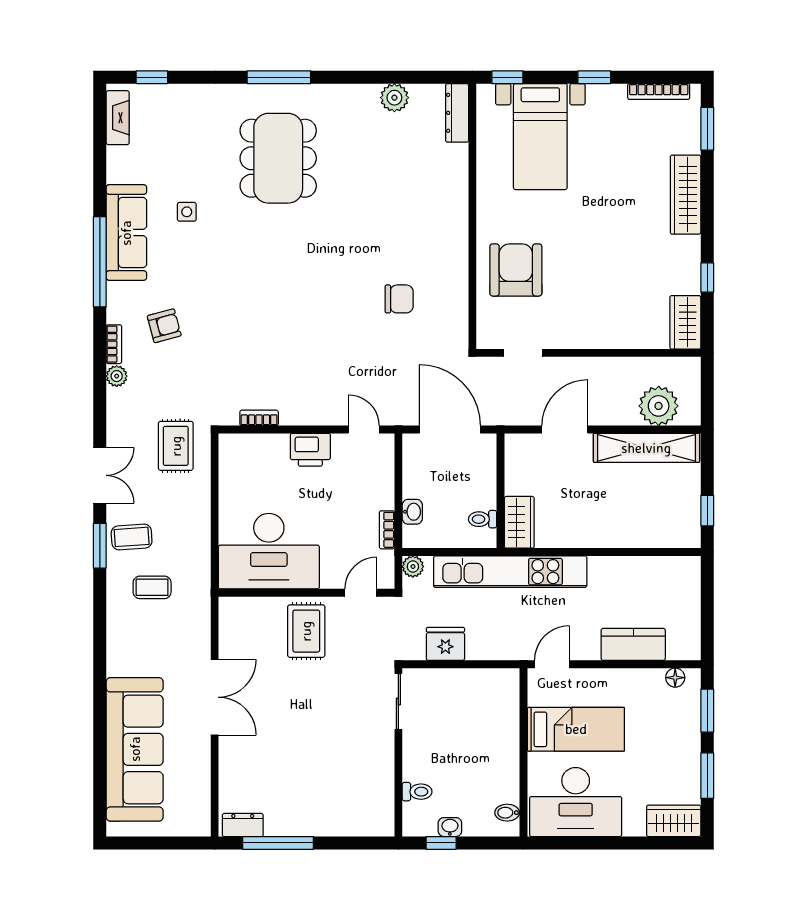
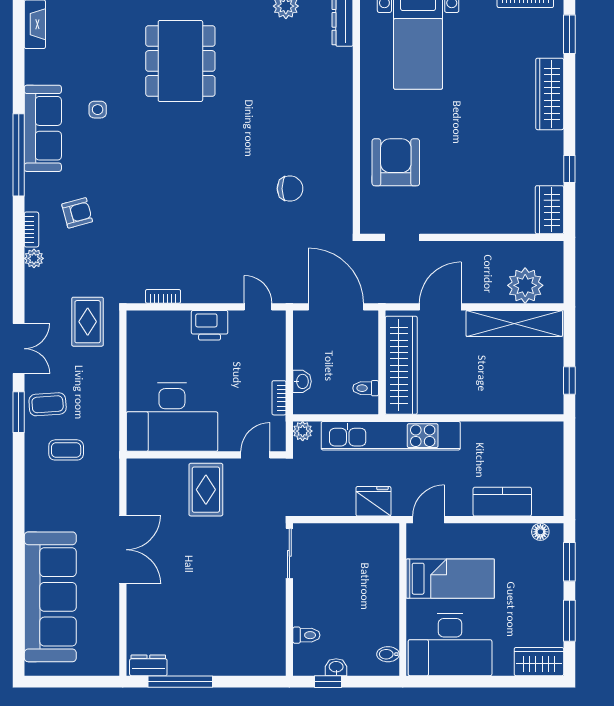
wardrobe: (519, 522) -> (401, 365), width x2.10, depth x1.17
fridge: (445, 644) -> (373, 501), moved

